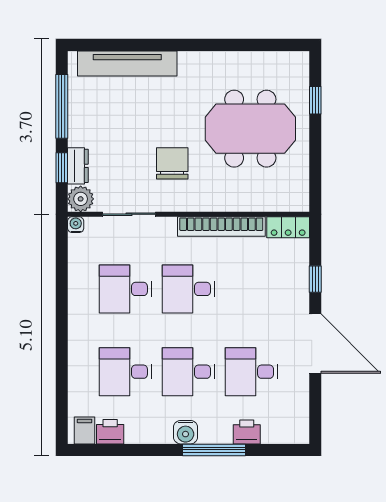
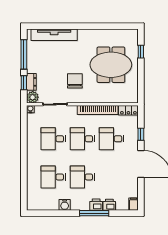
desk: (251, 372) -> (111, 139), moved
filing cabinet: (85, 430) -> (133, 204), moved
printer: (110, 432) -> (96, 205), moved
water cooler: (186, 432) -> (65, 205), moved

